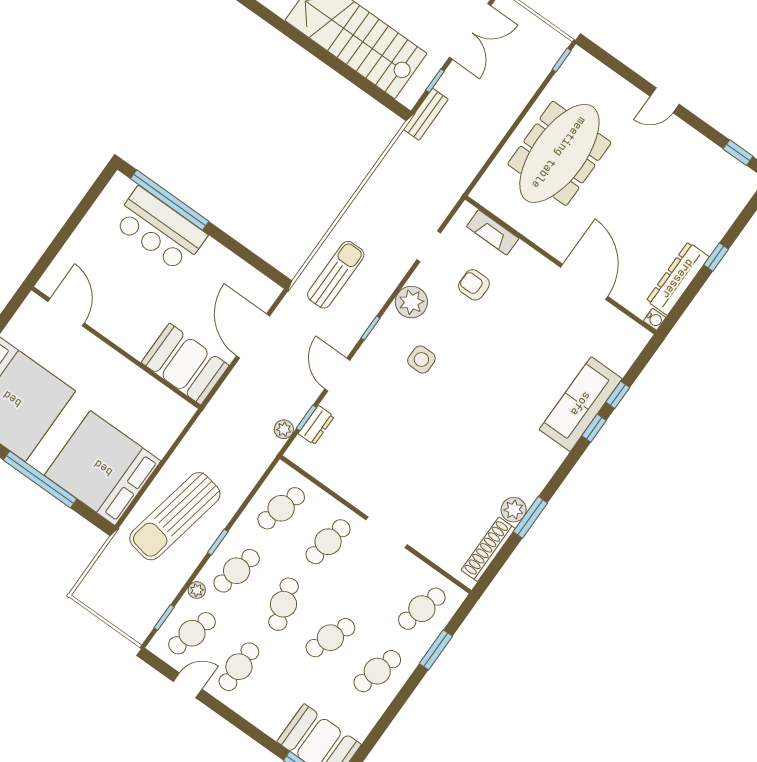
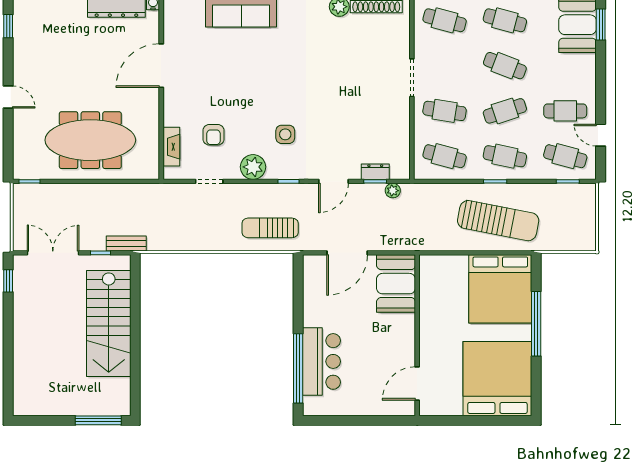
plant: (197, 590) -> (535, 173), removed

